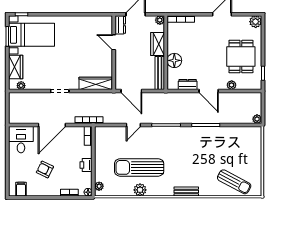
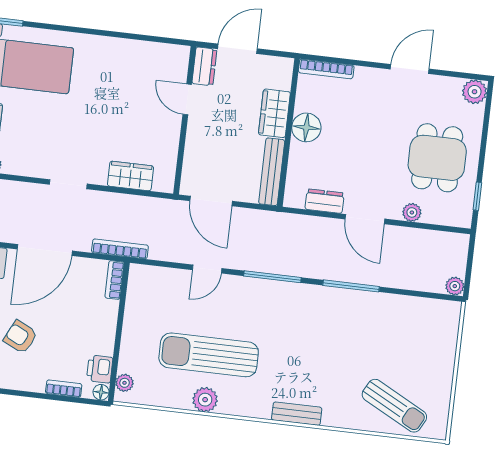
plant: (160, 20) -> (284, 66), removed
floor lamp: (174, 60) -> (306, 127), moved
wardrobe: (96, 83) -> (130, 176), width x0.67
printer: (86, 165) -> (100, 369), moved

